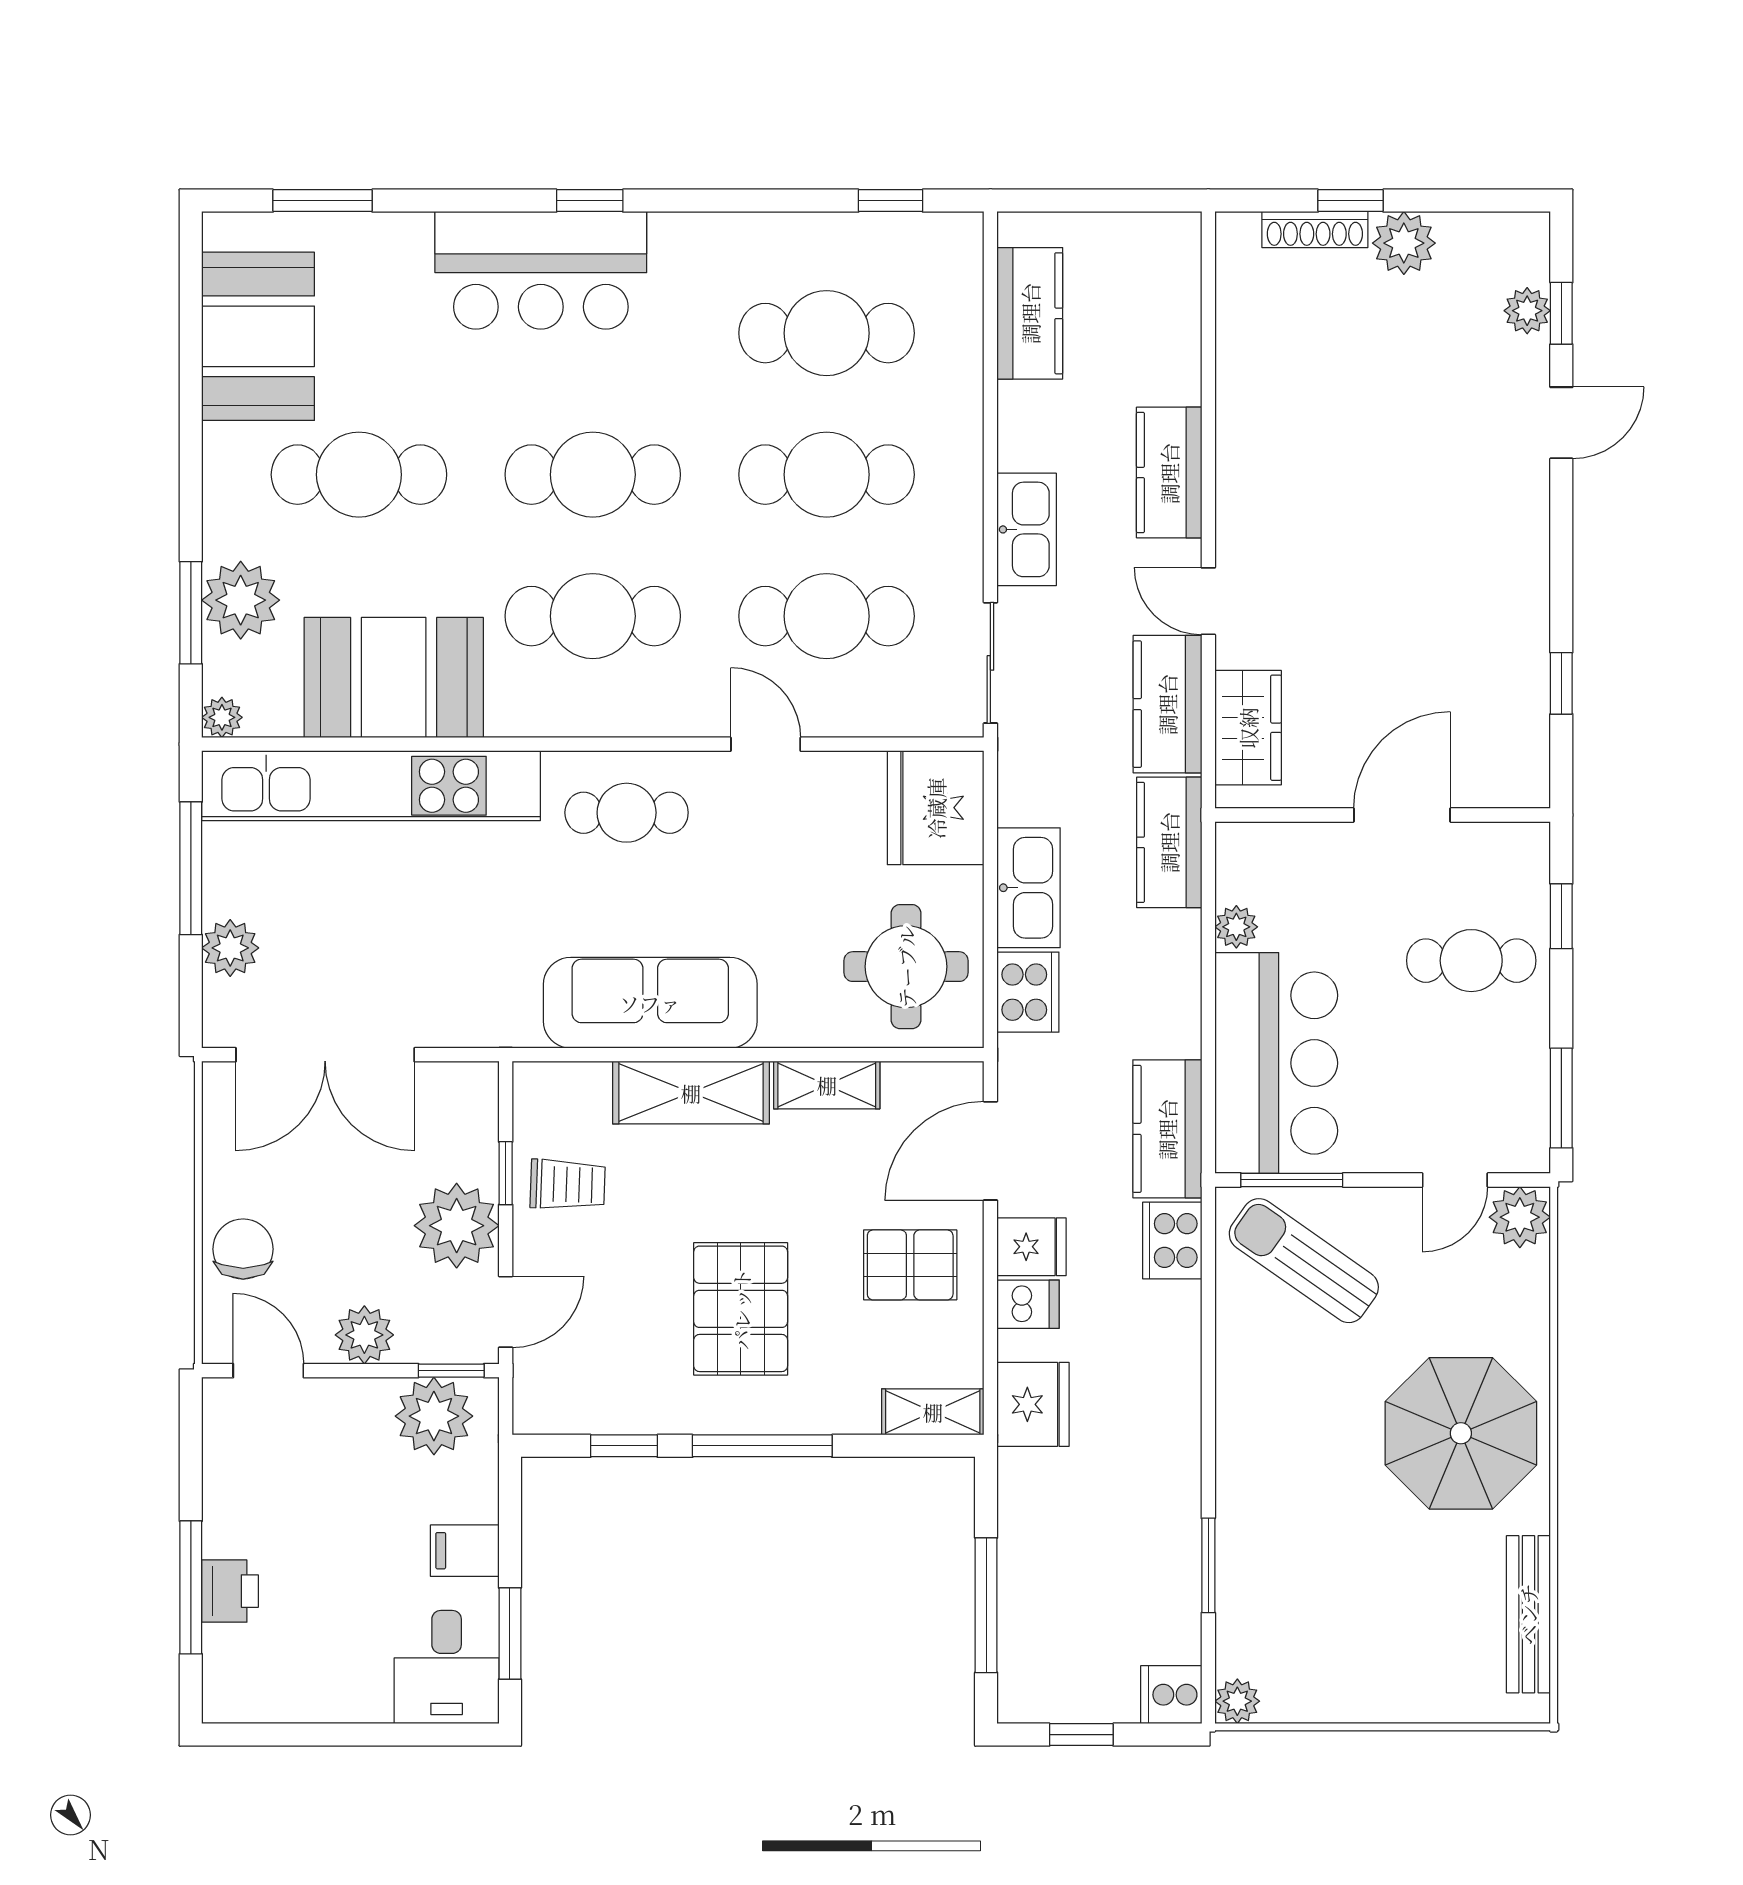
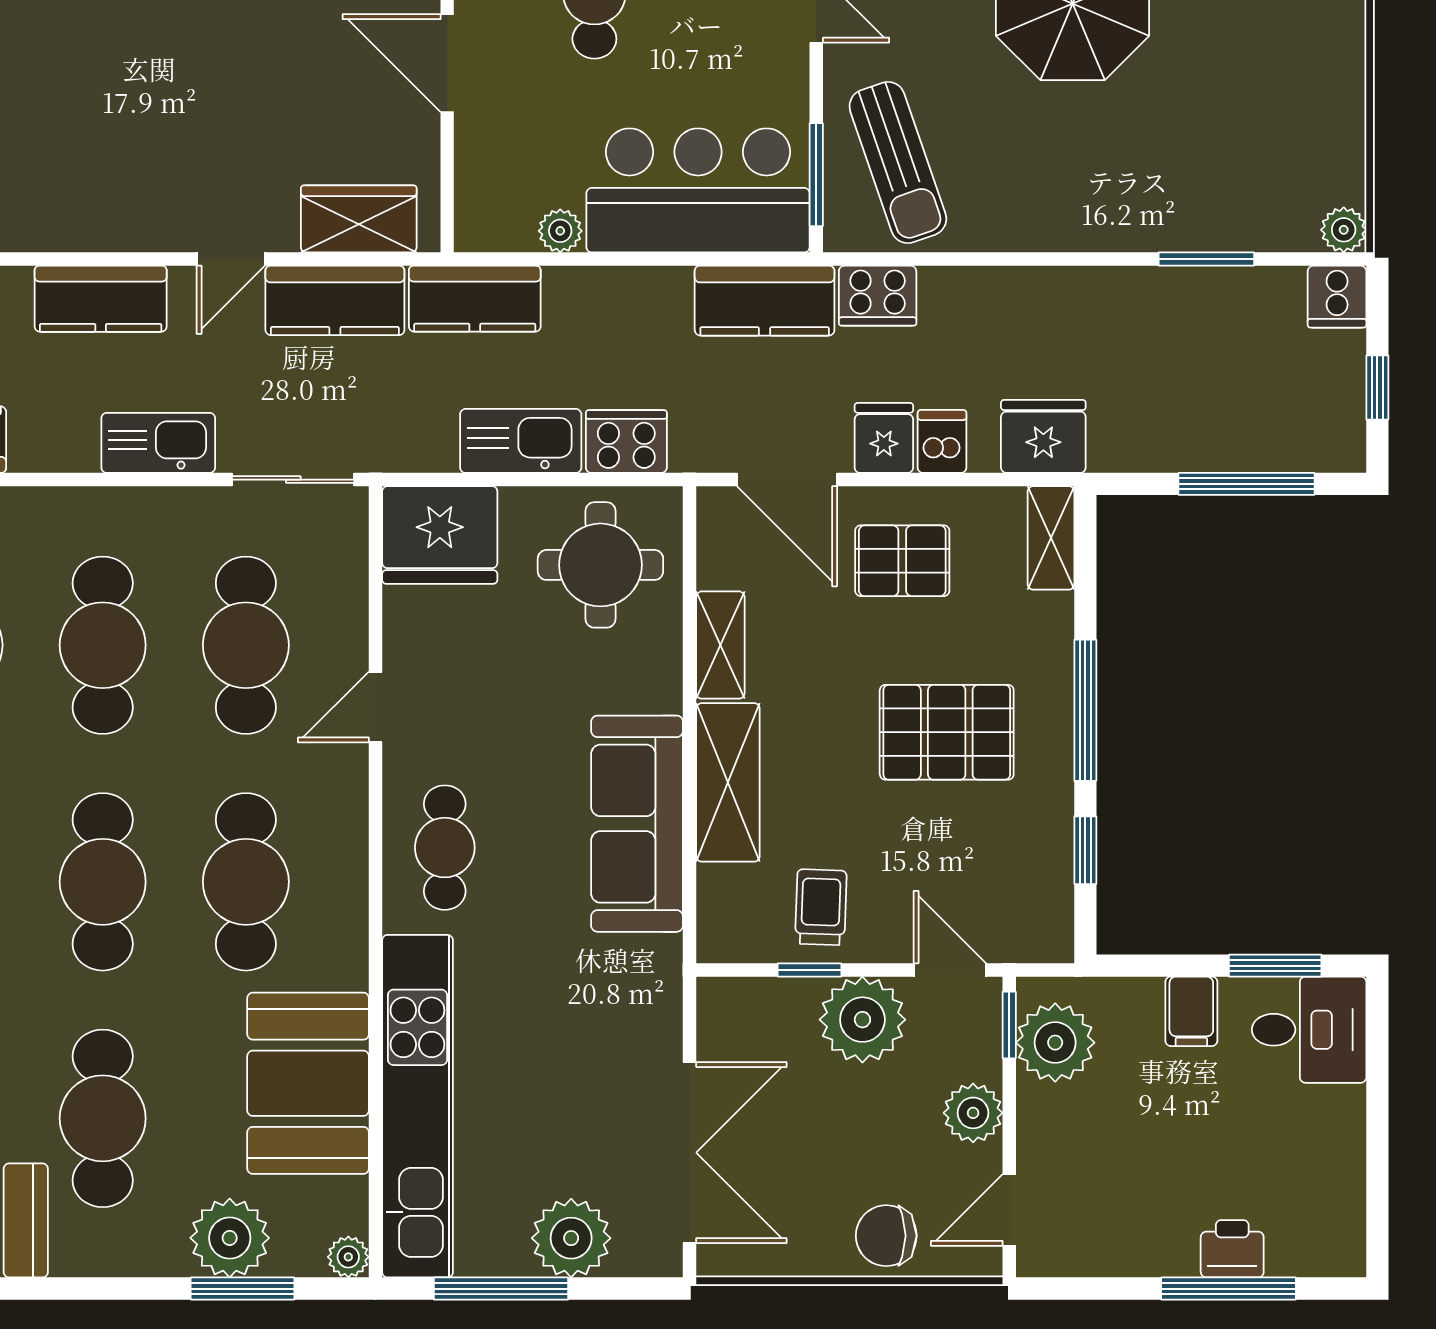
plant: (230, 948) -> (571, 1238), width x1.36, depth x1.36
sun lounger: (1304, 1261) -> (898, 162), turned -54
pallet: (910, 1265) -> (902, 561), turned 90

